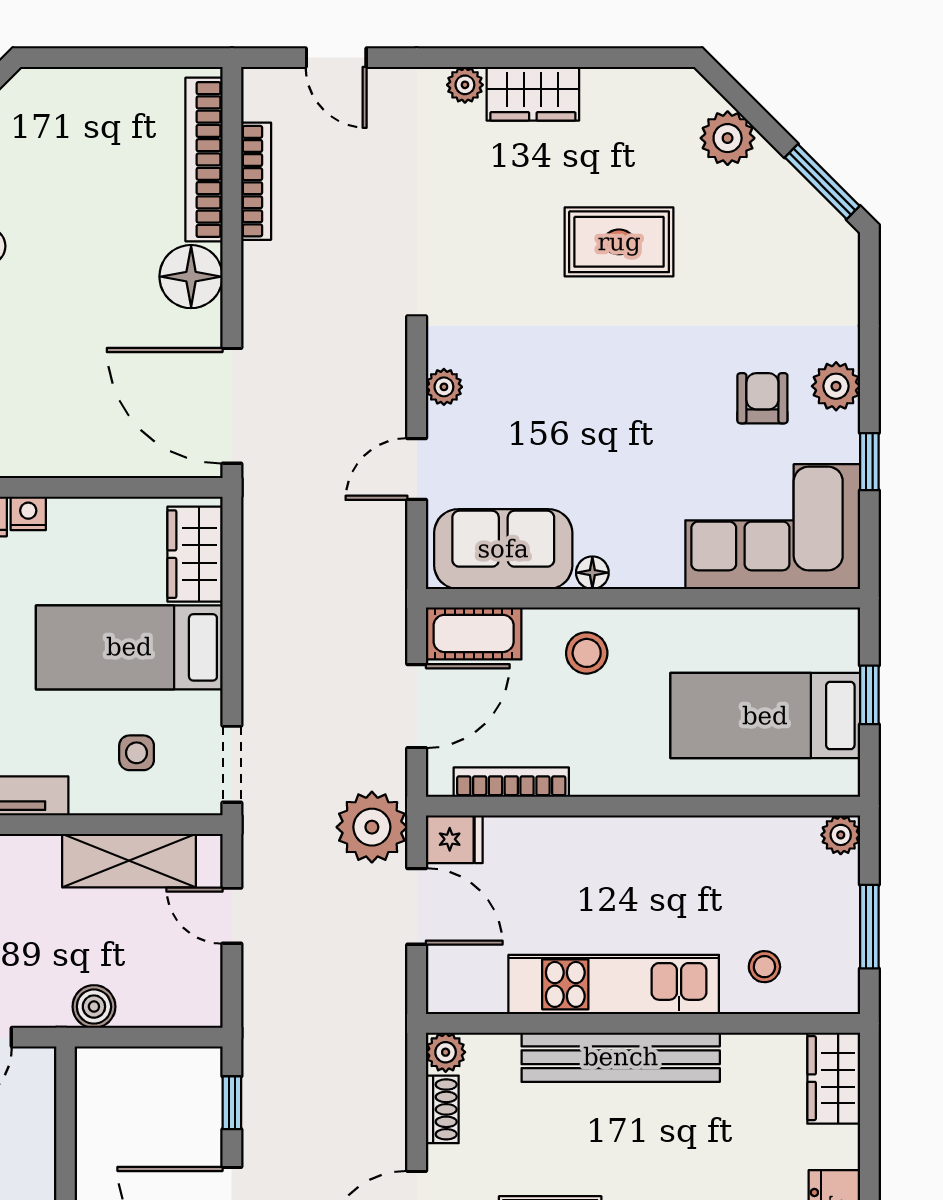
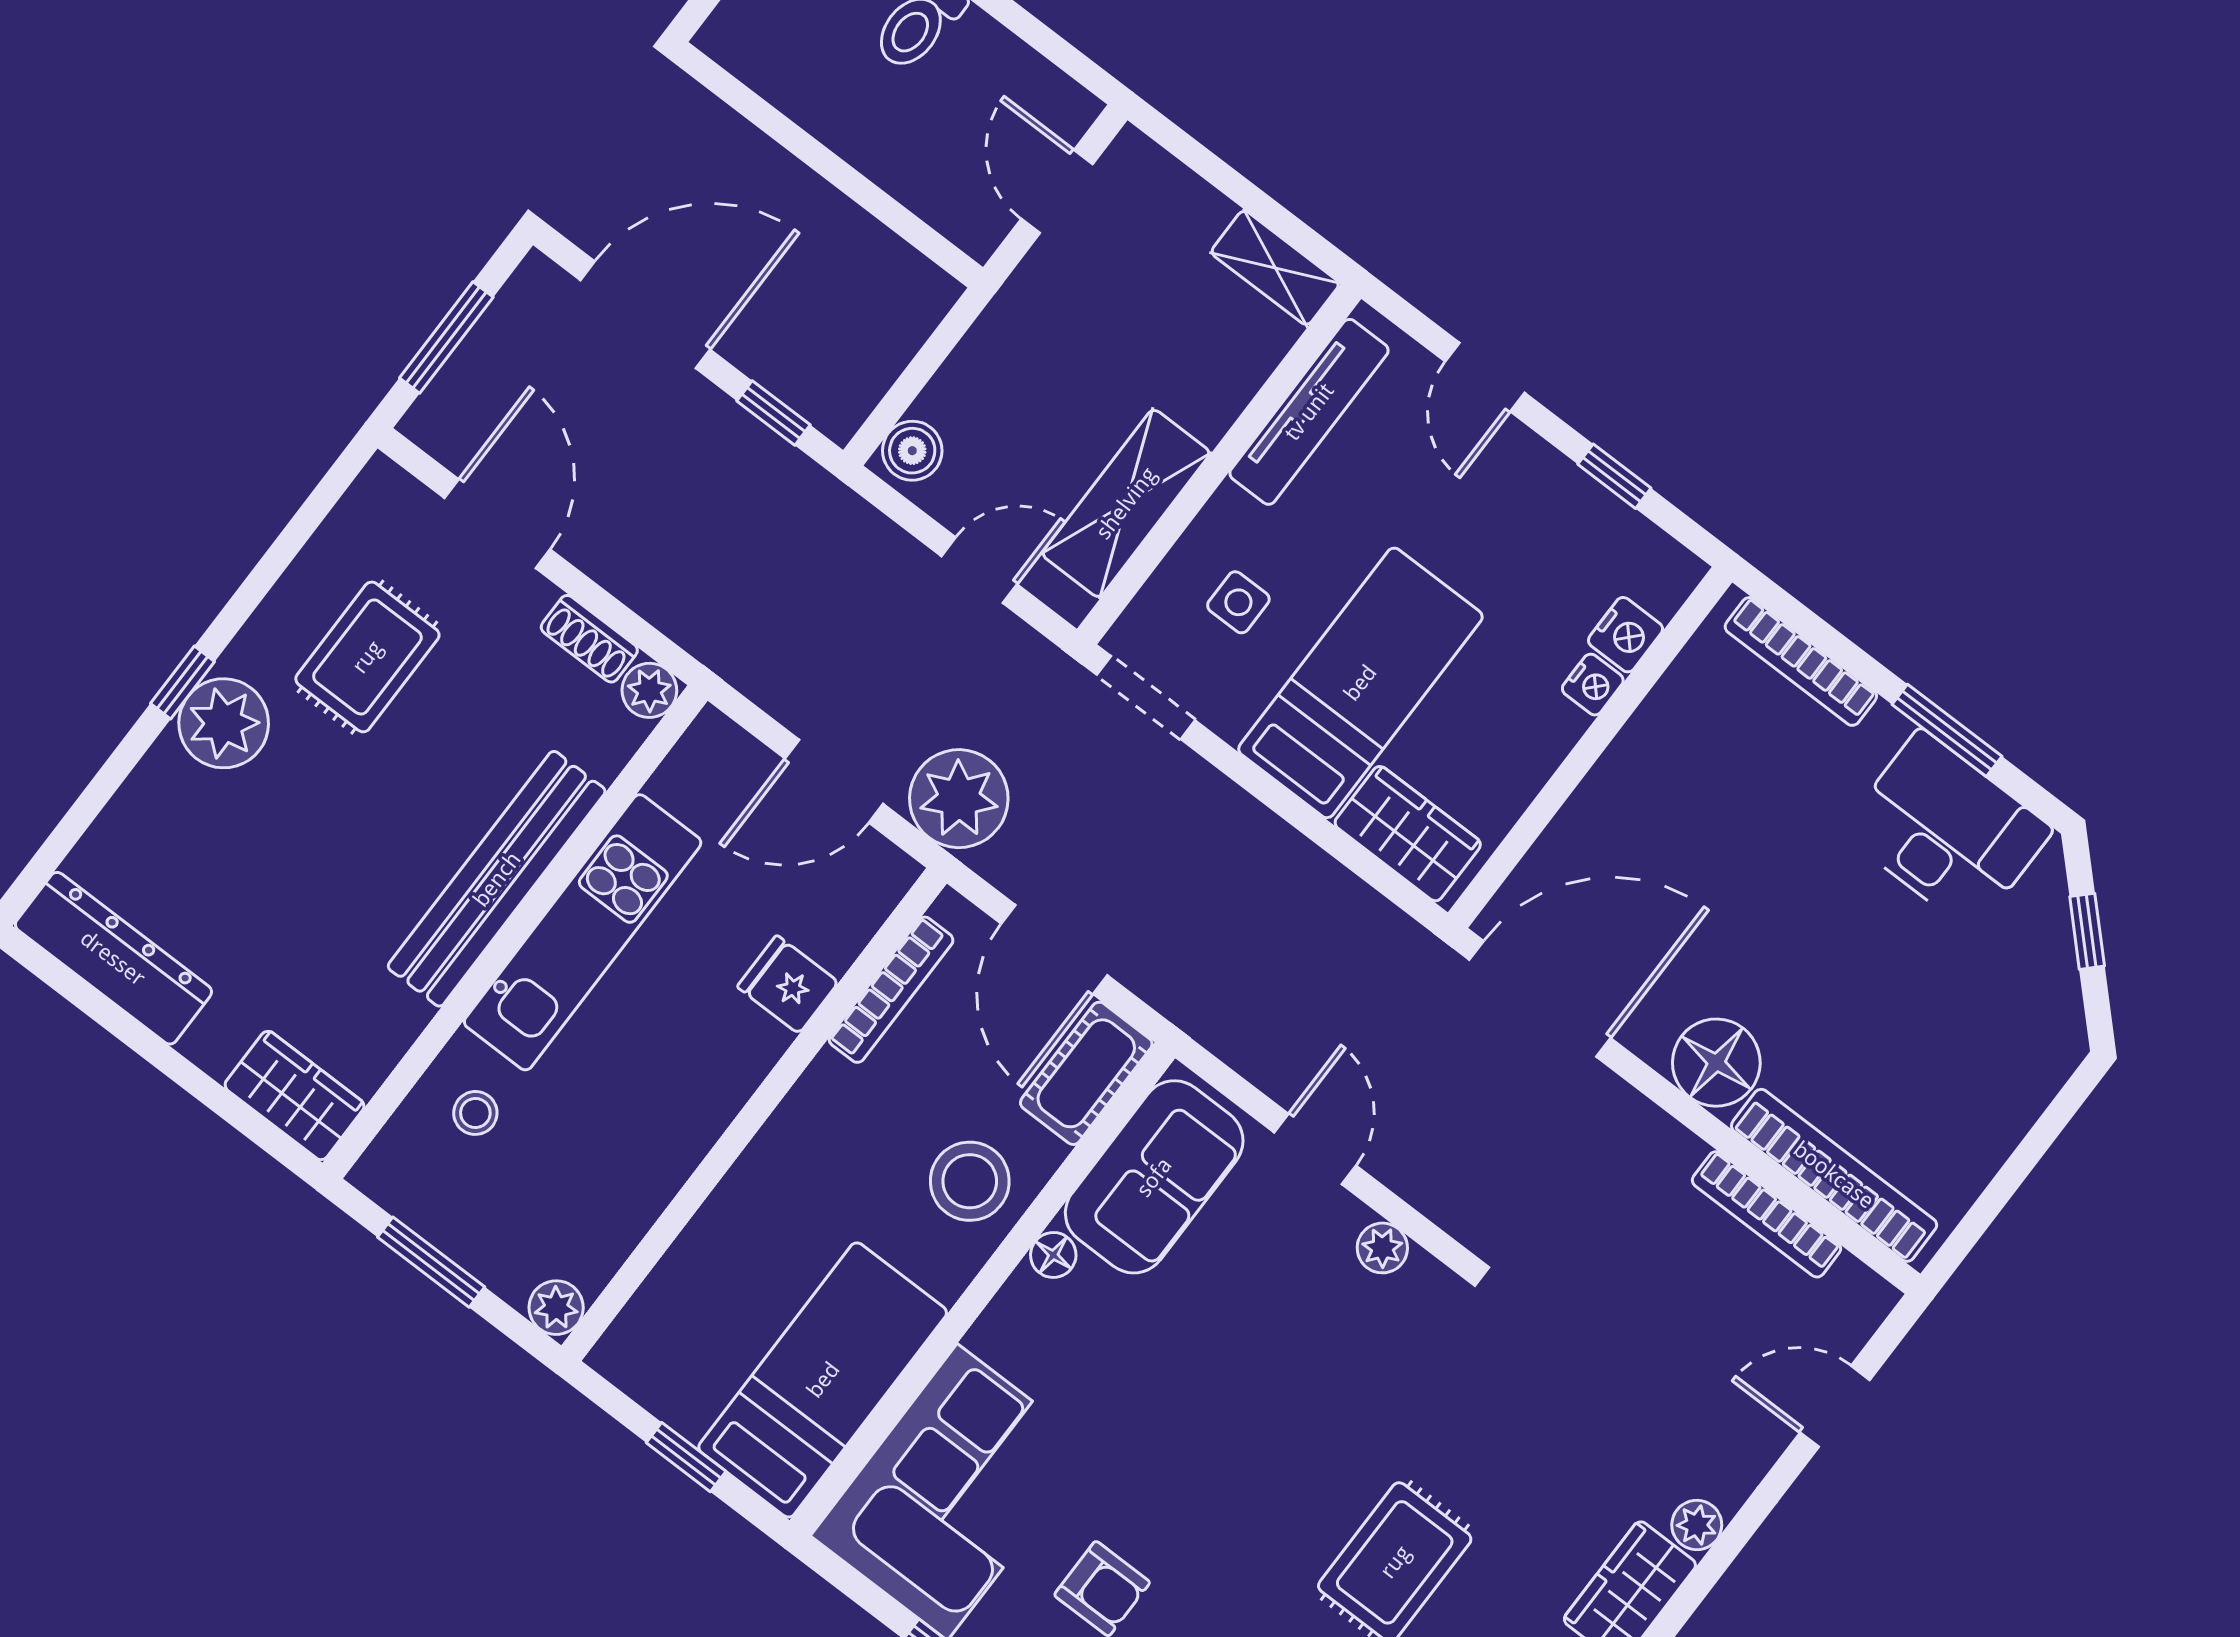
stool: (587, 653) -> (970, 1181), width x1.38, depth x1.38
bed: (765, 716) -> (823, 1380), moved
fridge: (454, 839) -> (788, 984), moved, turned 90
boiler: (94, 1007) -> (912, 451), moved

